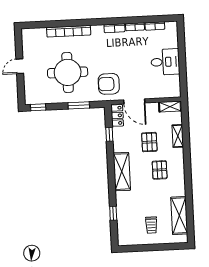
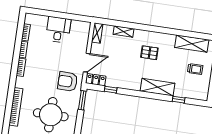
armchair: (109, 84) -> (68, 82), turned 91
window: (79, 105) -> (82, 100), moved
pallet: (149, 142) -> (124, 57), removed
shelving: (122, 172) -> (158, 87), moved

